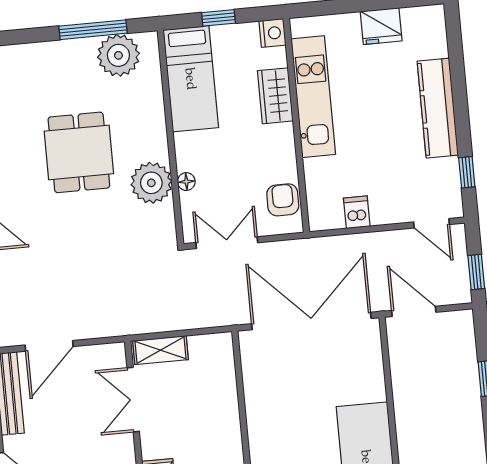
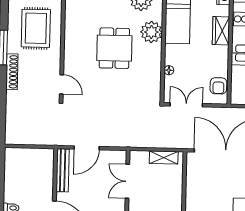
plant: (151, 183) -> (151, 32), moved
armchair: (283, 200) -> (218, 86), turned 180
shelving: (161, 350) -> (164, 158), moved

